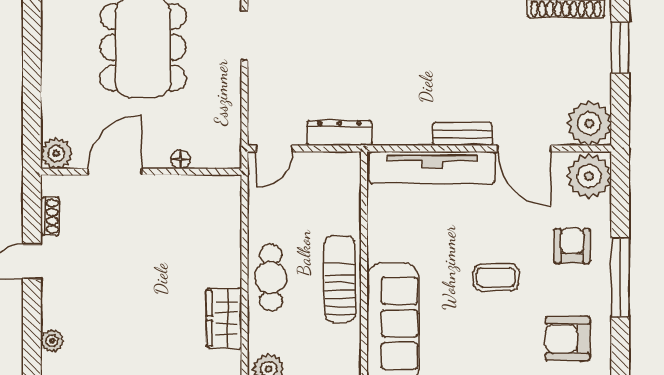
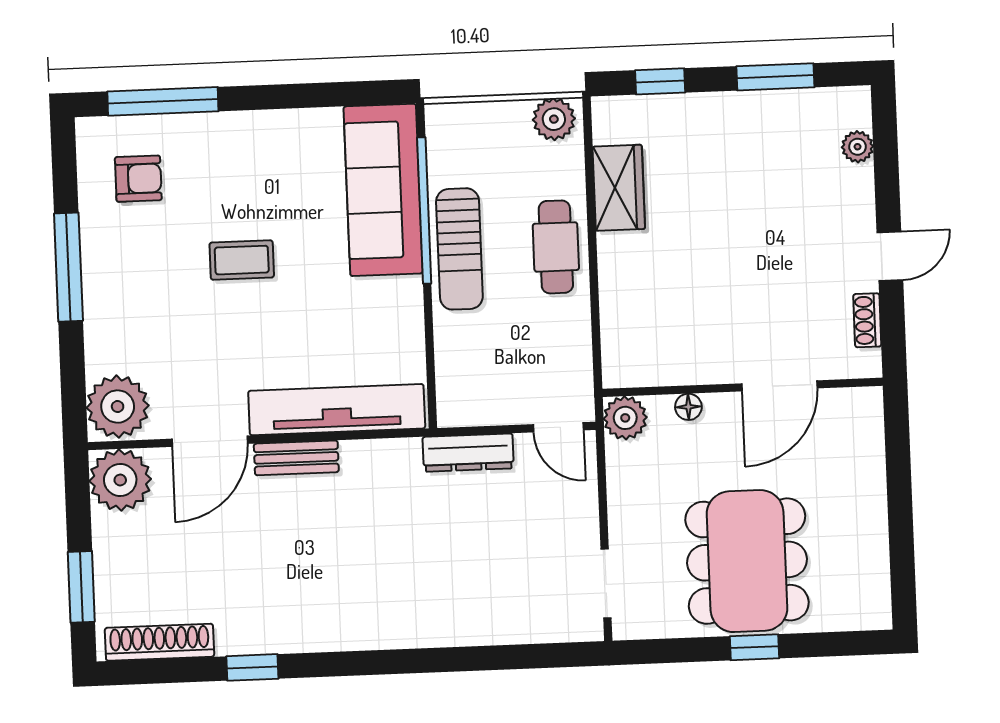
door: (274, 149) -> (558, 427), swing flipped
door: (524, 149) -> (210, 441), swing flipped
plant: (56, 153) -> (625, 418), moved
armchair: (572, 246) -> (137, 308), removed
window: (364, 308) -> (424, 210), added
armchair: (568, 339) -> (138, 179), width x0.72, depth x0.72

